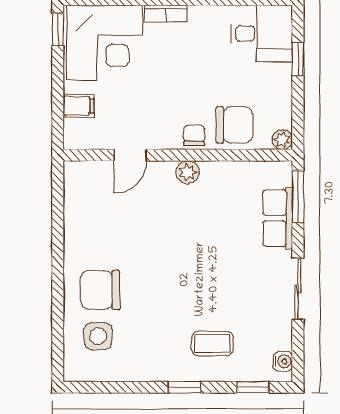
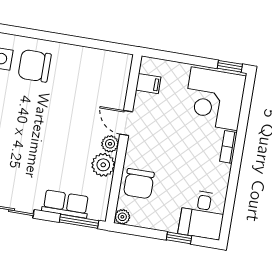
filing cabinet: (79, 106) -> (148, 84), moved, turned -90
chair: (194, 135) -> (136, 153), removed
door: (130, 155) -> (126, 123), moved
plant: (217, 177) -> (103, 165), added
chair: (100, 290) -> (35, 66), turned -90

